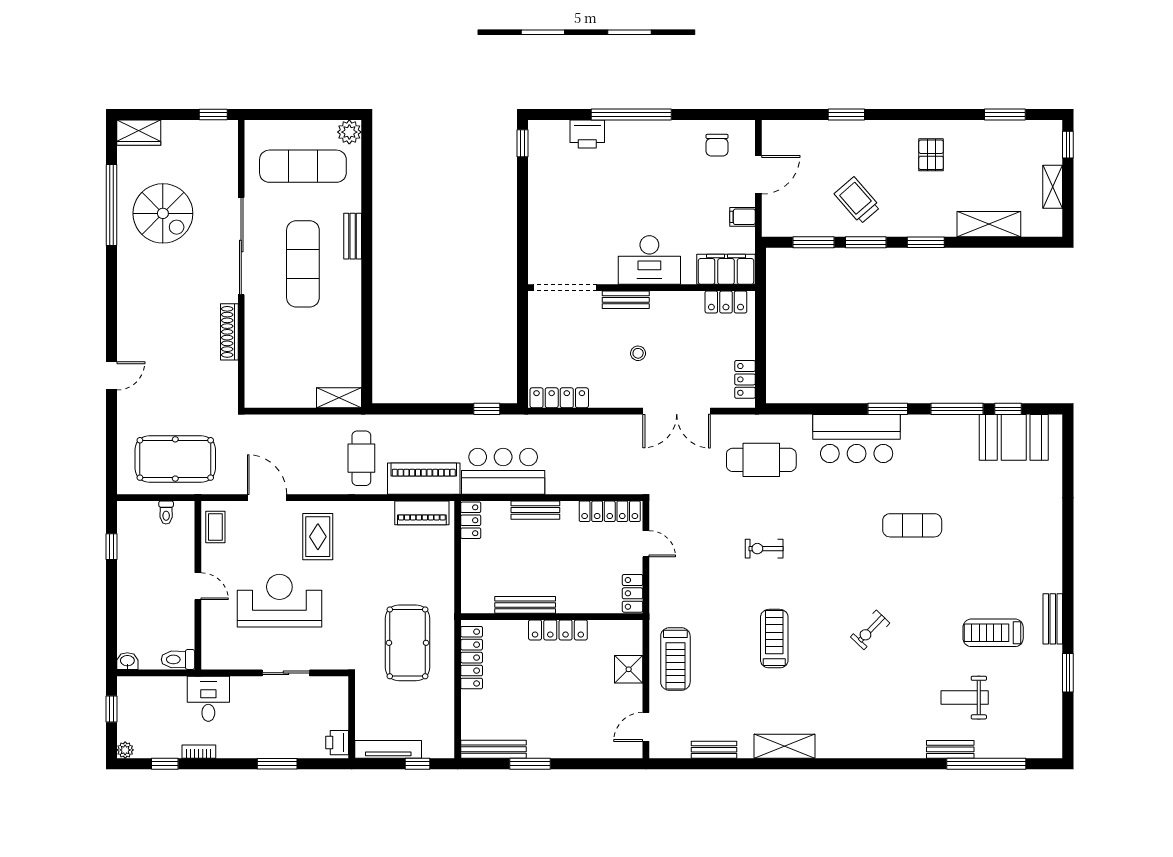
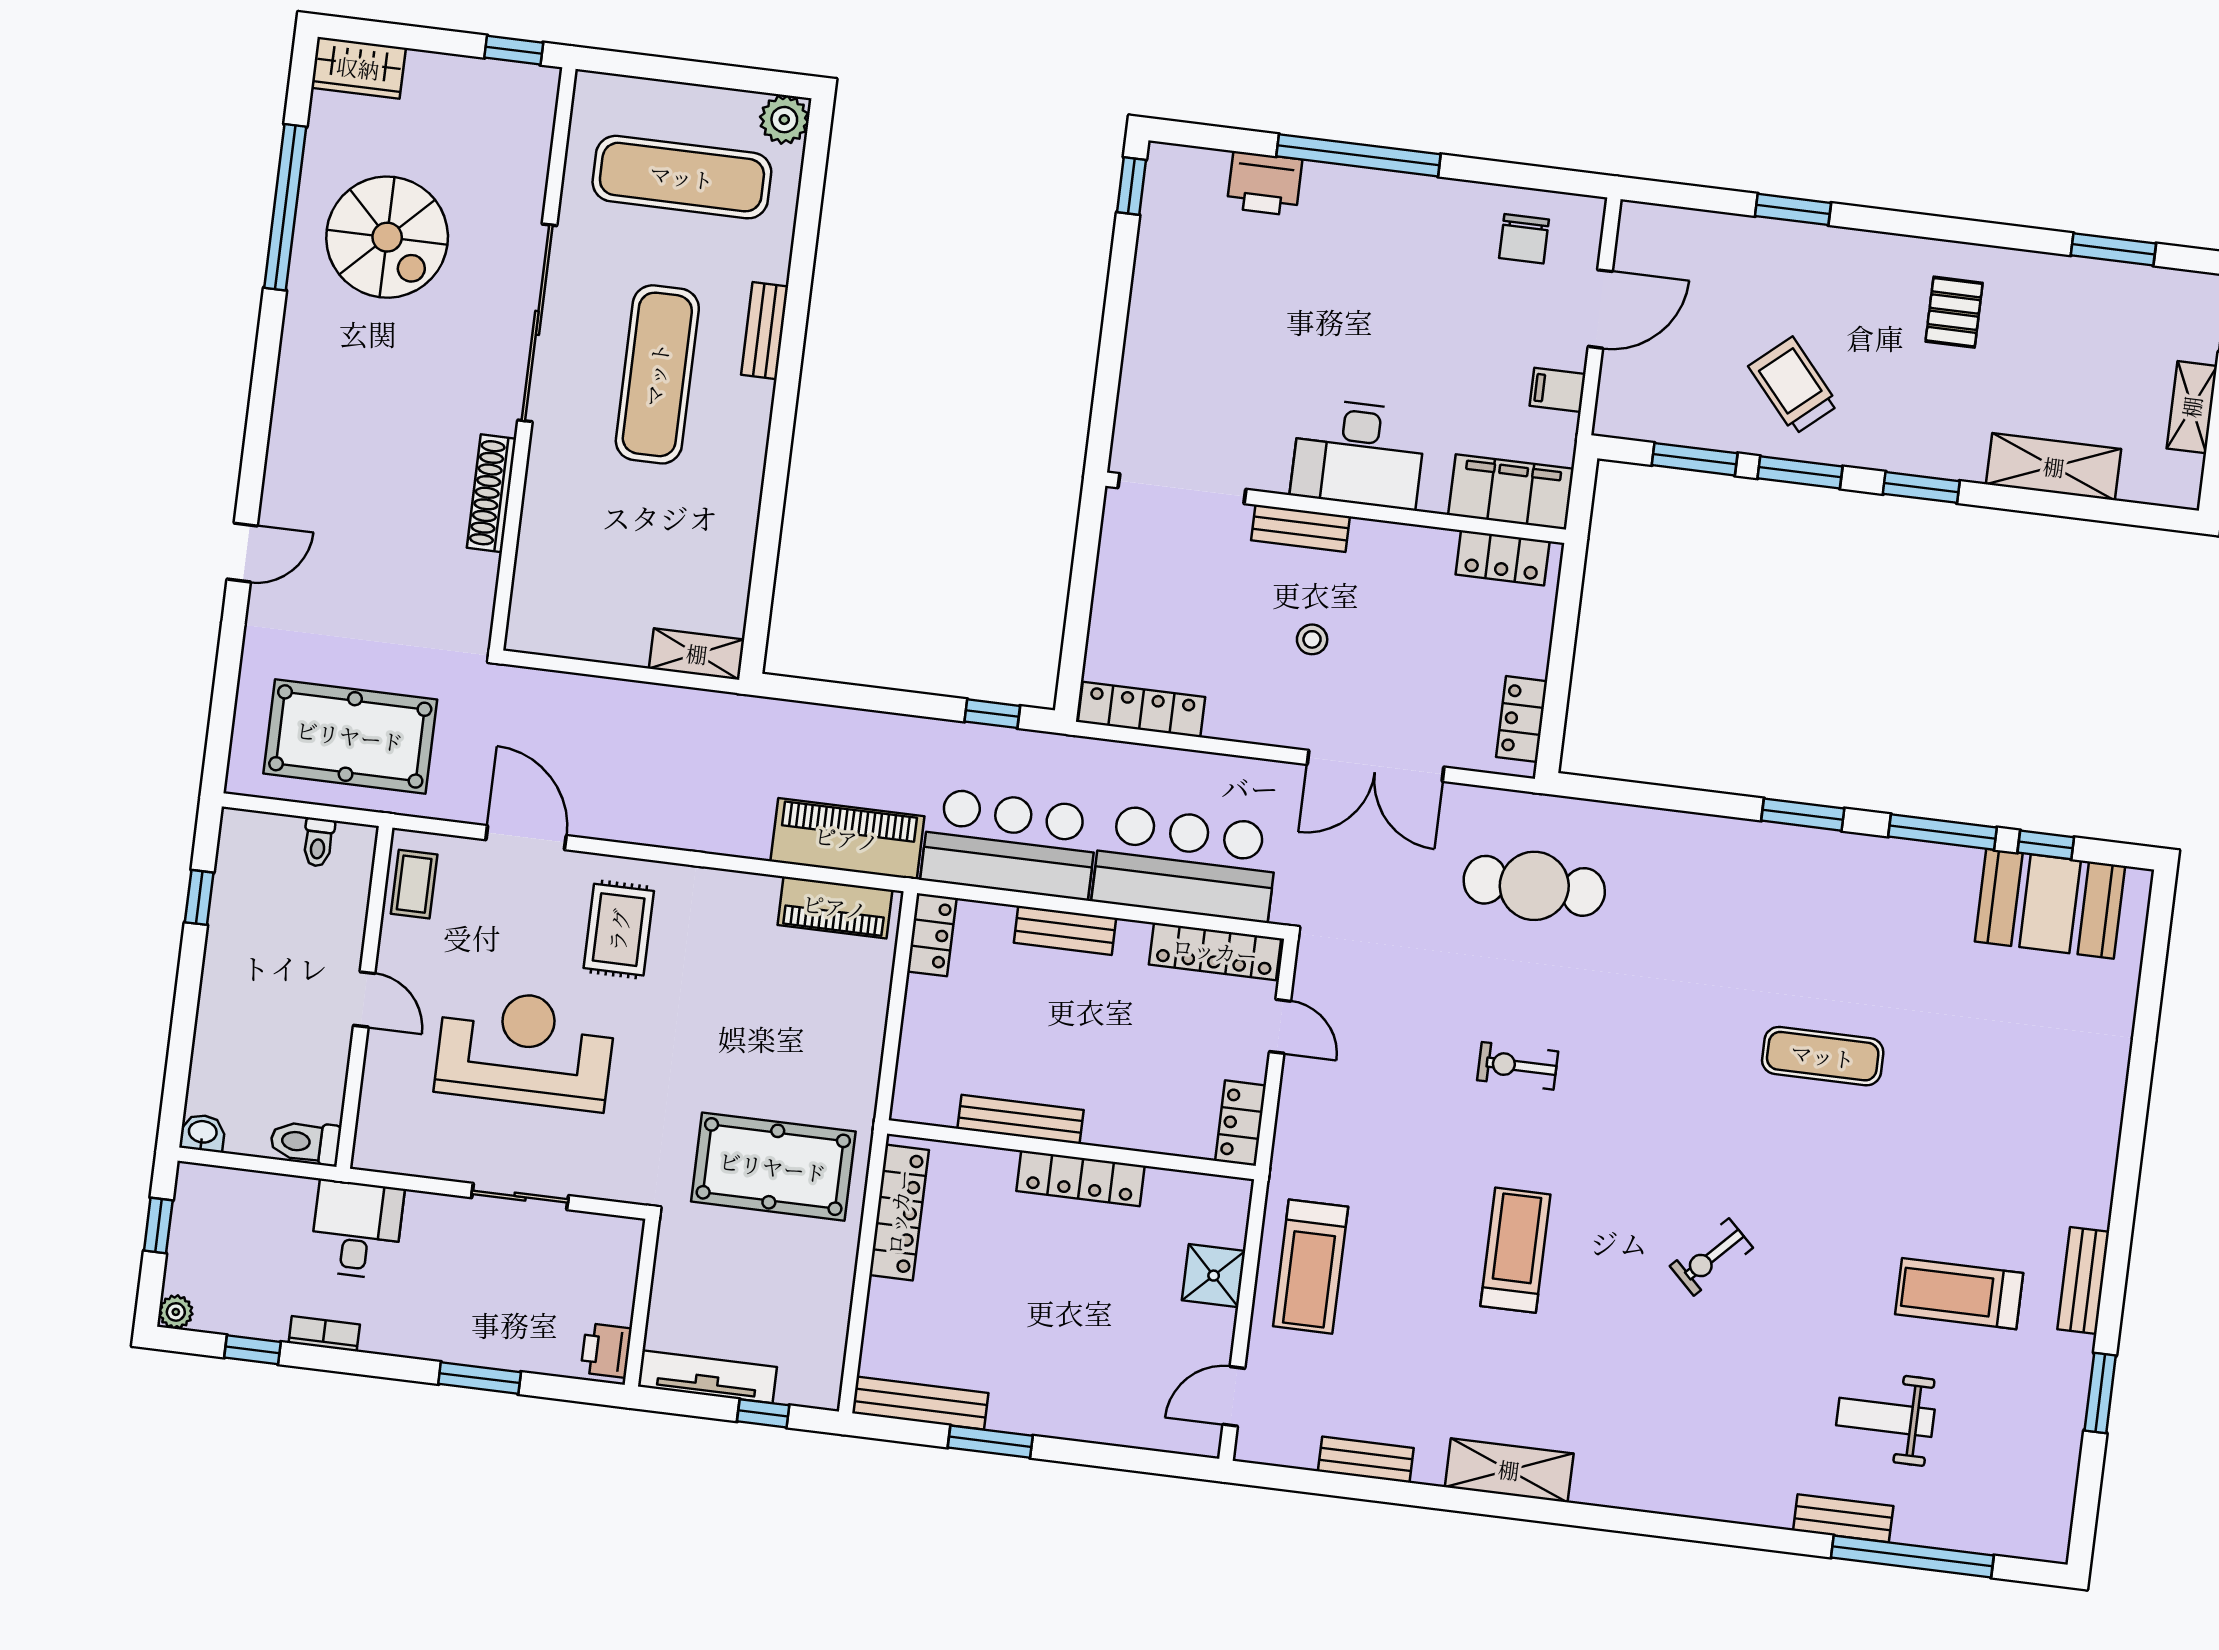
bar counter: (857, 438) -> (1185, 863), moved, turned 180
cafe table: (361, 458) -> (727, 782), removed
pool table: (408, 643) -> (773, 1167), turned 90

